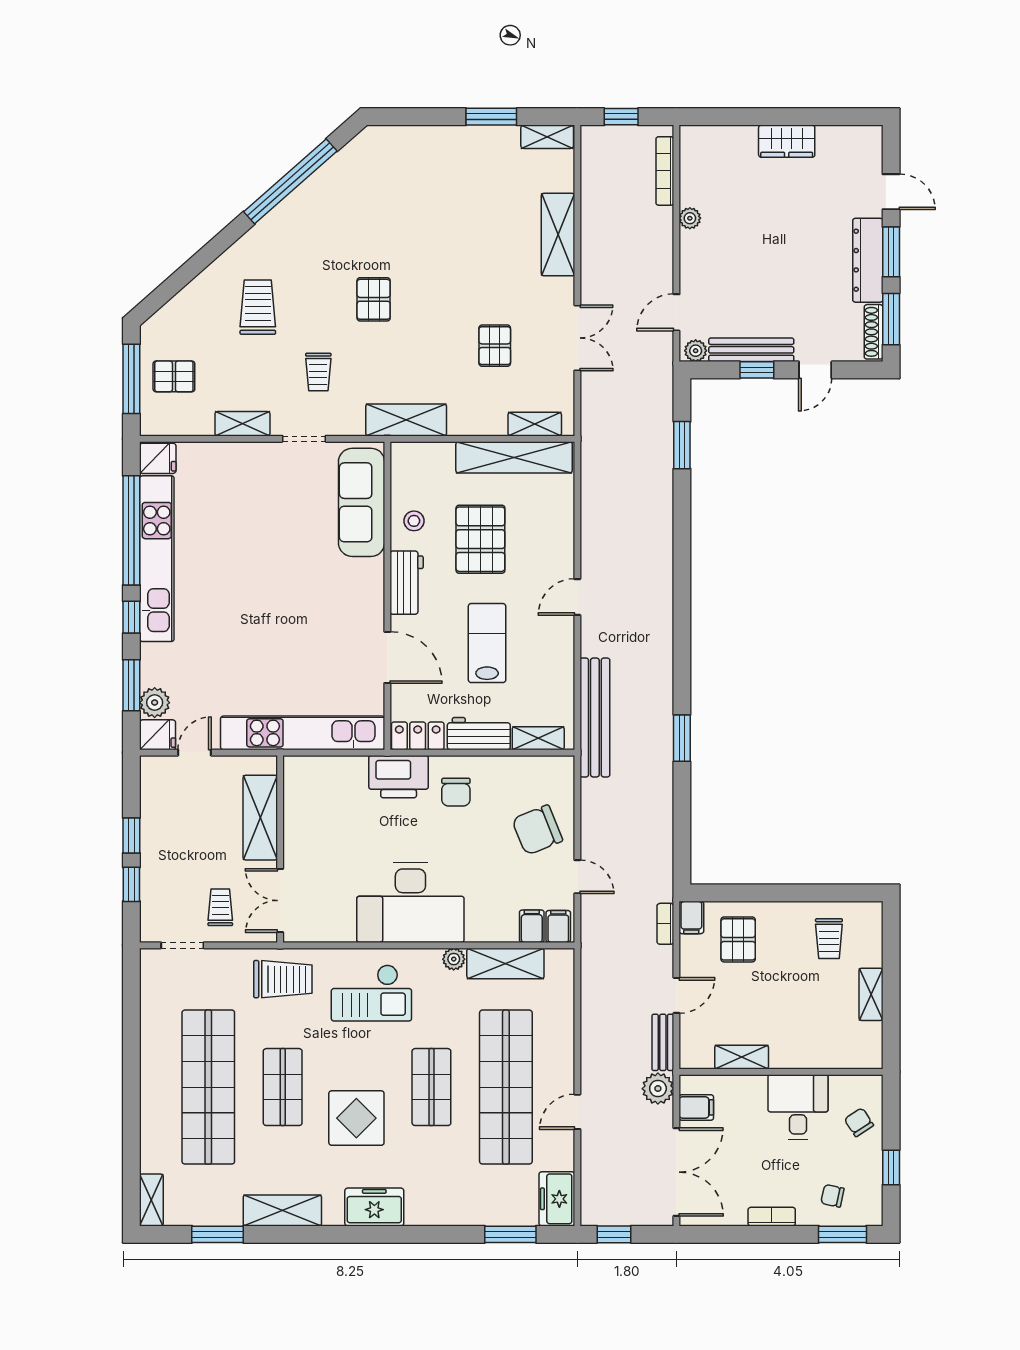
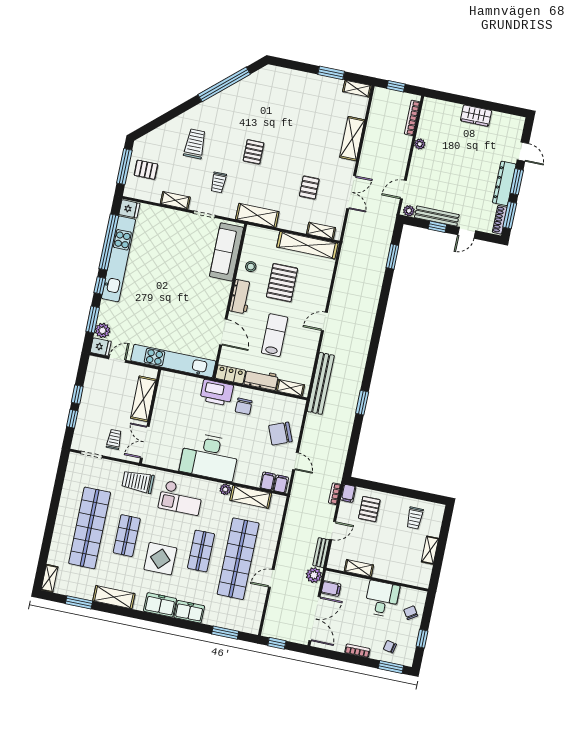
trolley: (283, 979) -> (138, 482), turned 180
freezer: (557, 1199) -> (189, 612), moved, turned 90

